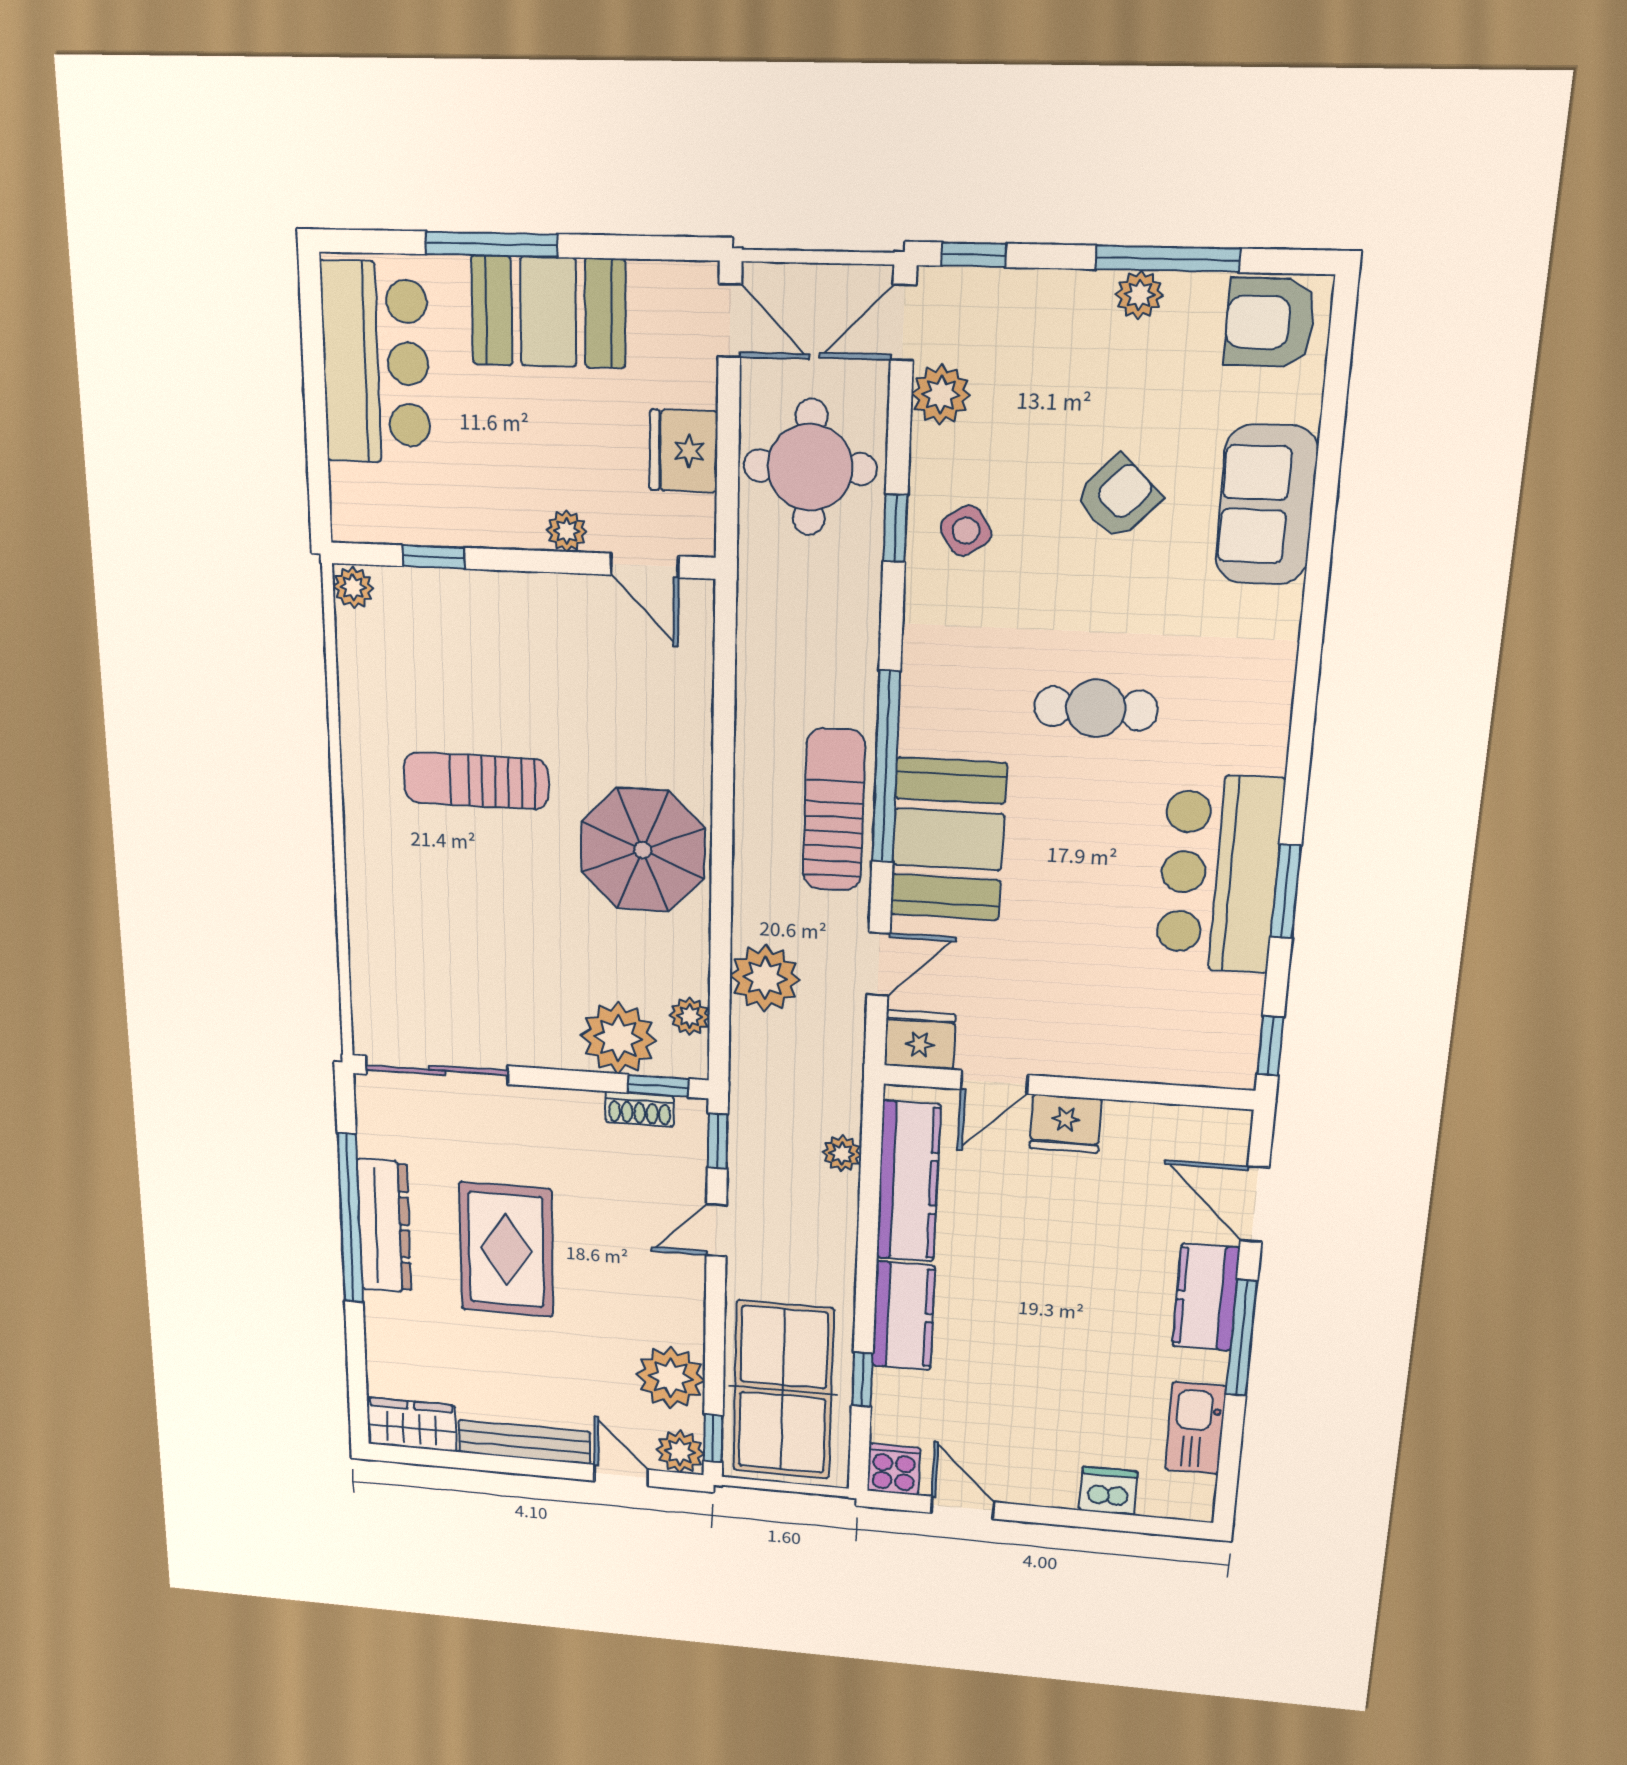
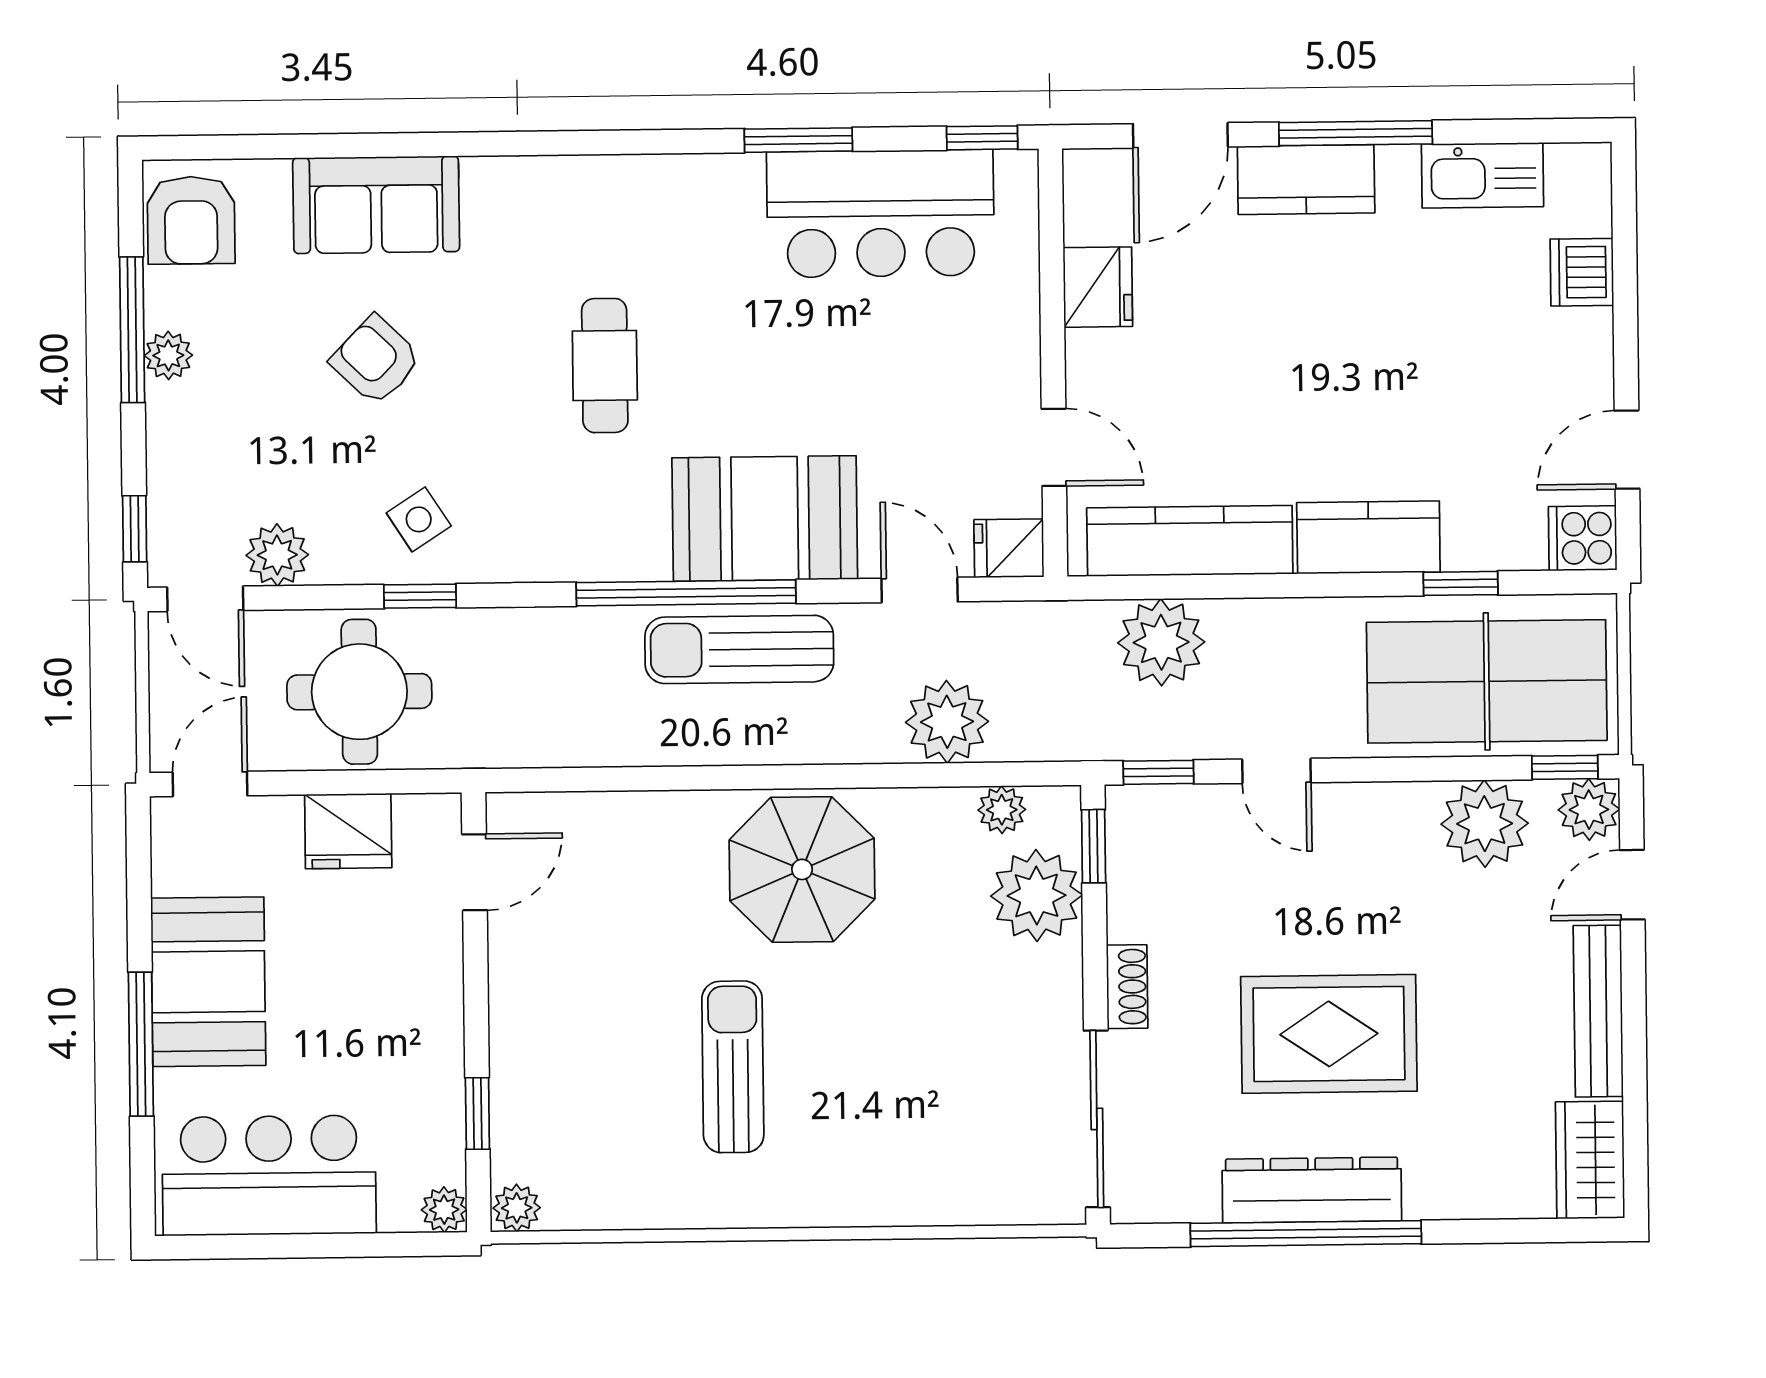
plant: (567, 531) -> (444, 1210), moved
sun lounger: (476, 781) -> (733, 1067), turned 180
bar counter: (1219, 874) -> (880, 214), moved
fridge: (920, 1040) -> (1009, 548), width x0.72
shoe rack: (640, 1109) -> (1127, 987), moved
fridge: (1065, 1124) -> (1098, 287), moved
plant: (842, 1154) -> (1161, 642), width x1.87, depth x1.87

